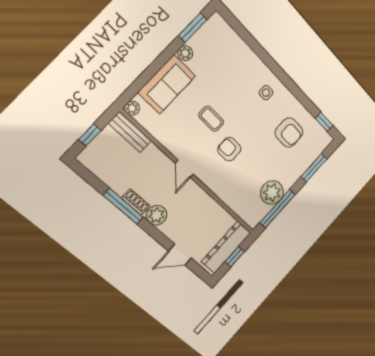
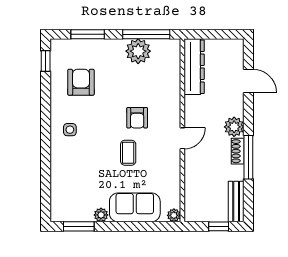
bench: (130, 132) -> (236, 202), moved
dresser: (226, 247) -> (194, 67), moved, turned -90
window: (235, 257) -> (214, 34), removed

